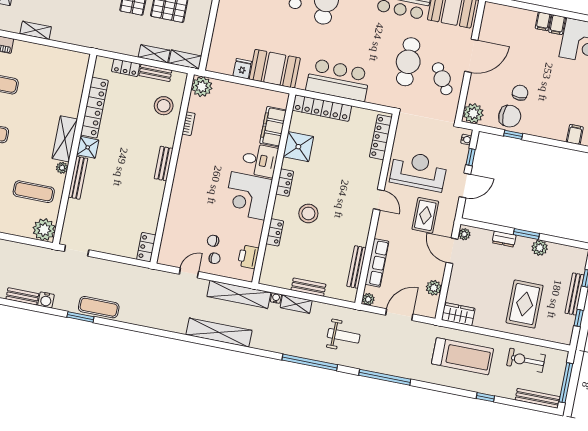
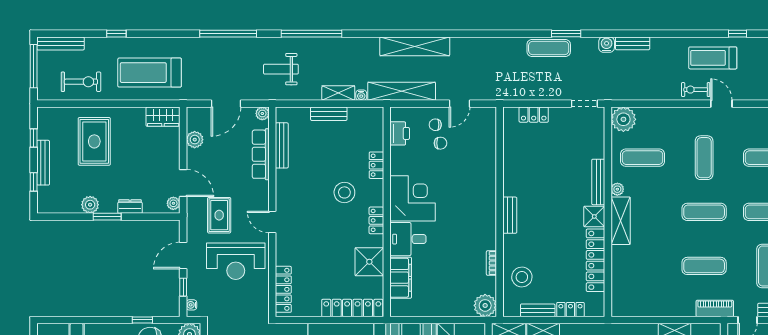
locker: (146, 247) -> (534, 115), moved, turned 90

